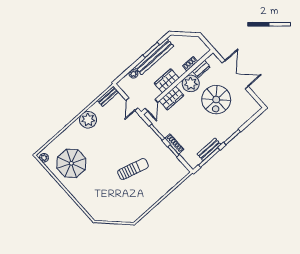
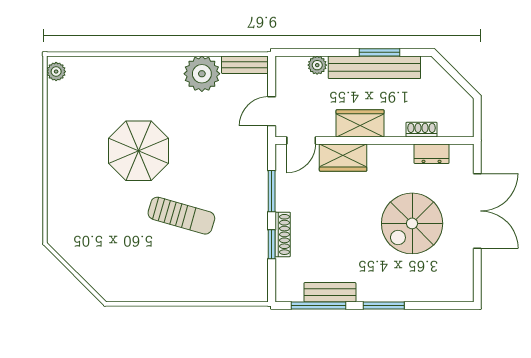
plant: (191, 83) -> (394, 162), removed
plant: (88, 120) -> (202, 74), moved
parasol: (71, 163) -> (139, 151), moved

